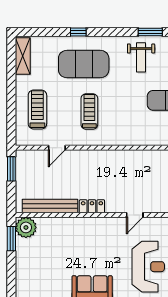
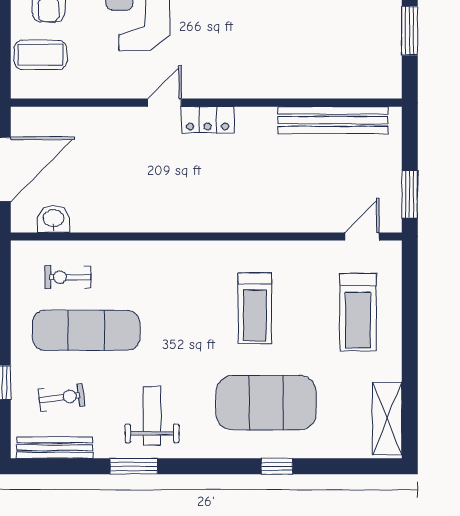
door: (57, 148) -> (362, 236), moved
locker: (92, 206) -> (208, 120), moved
plant: (26, 227) -> (381, 78), removed
window: (11, 239) -> (410, 31), moved

